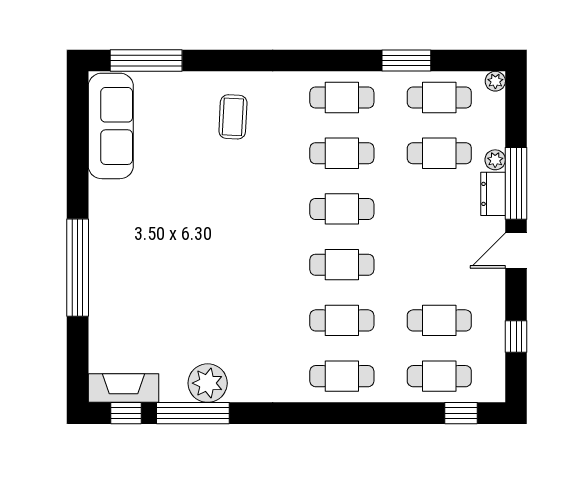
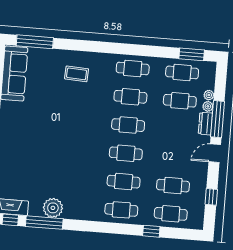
window: (406, 60) -> (192, 54), moved
plant: (495, 81) -> (209, 95), moved
coffee table: (233, 117) -> (77, 74), turned 90
window: (461, 413) -> (151, 231), moved

